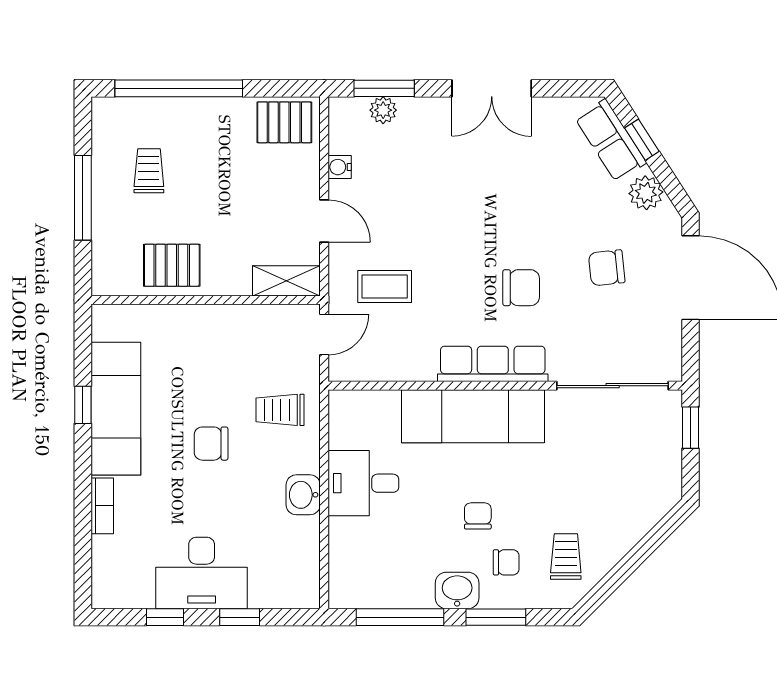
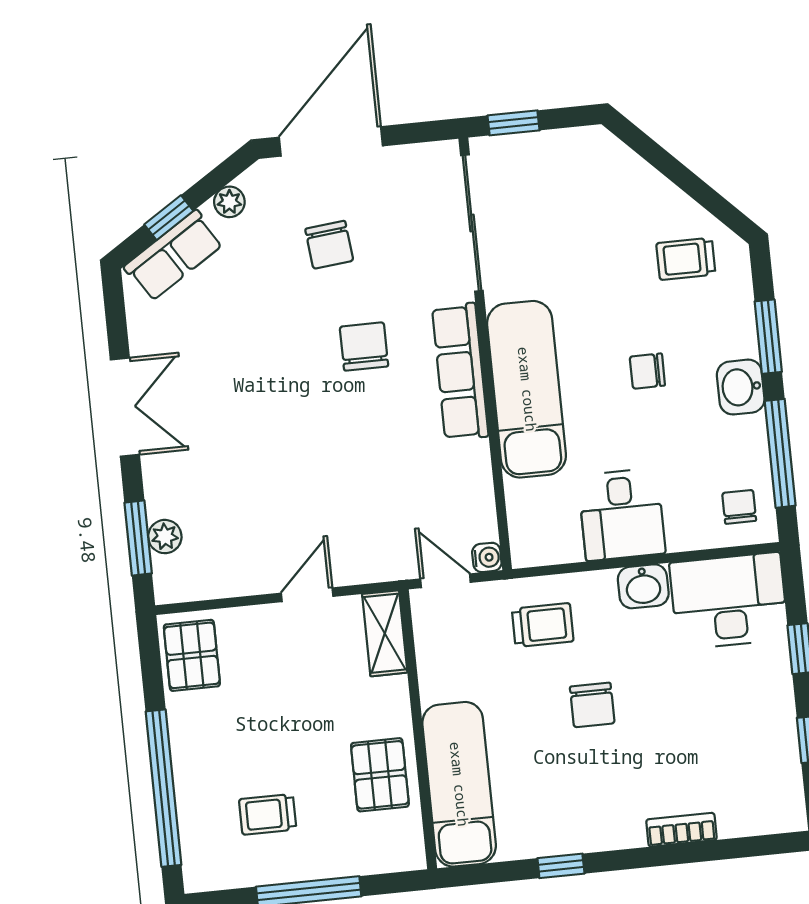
water cooler: (340, 167) -> (487, 557), moved, turned -90
plant: (646, 193) -> (229, 202), width x0.73, depth x0.73
coffee table: (385, 286) -> (379, 513), removed
exam couch: (116, 409) -> (459, 784), moved, turned 90
trolley: (280, 410) -> (543, 625), turned -90
chair: (506, 562) -> (739, 507), moved
desk: (202, 573) -> (729, 601), moved, turned -90

